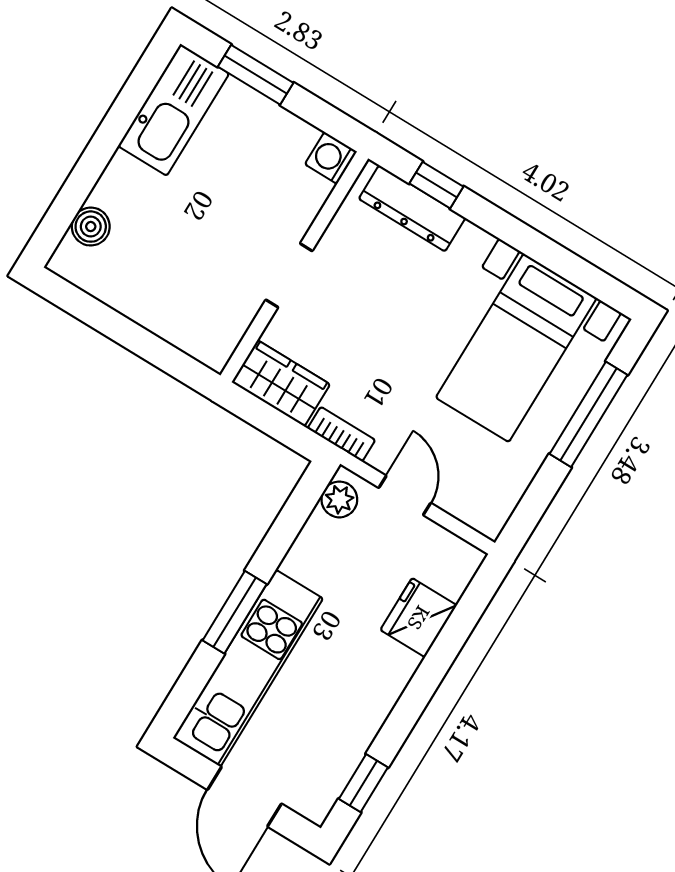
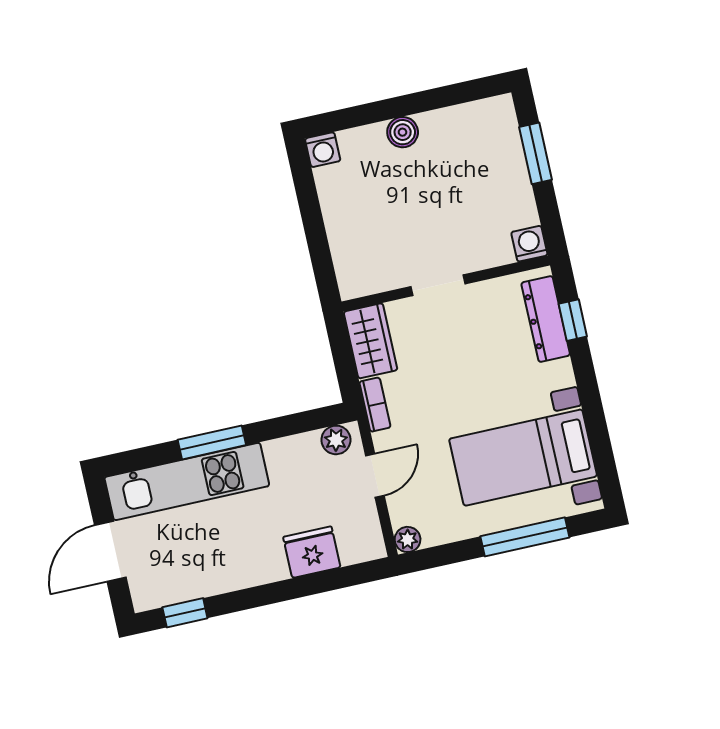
kitchen sink: (174, 110) -> (469, 125), removed
boiler: (91, 227) -> (403, 132), moved
washing machine: (69, 261) -> (323, 150), added
plant: (490, 521) -> (408, 539), added

